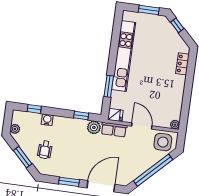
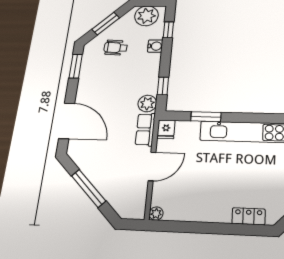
plant: (15, 129) -> (146, 16), width x1.87, depth x1.87
side table: (163, 142) -> (130, 198), removed
window: (153, 170) -> (89, 188), width x0.68
window: (69, 182) -> (76, 66), moved

